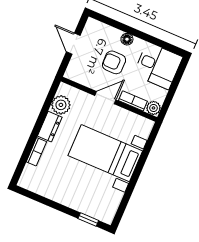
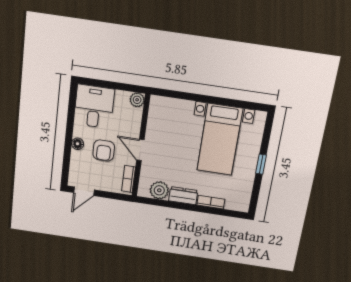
door: (73, 44) -> (84, 191), moved
bookcase: (133, 101) -> (129, 179), moved
bed with nightstands: (105, 153) -> (220, 140), moved
window: (88, 220) -> (261, 164), moved

